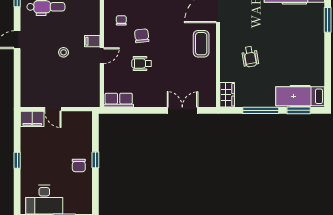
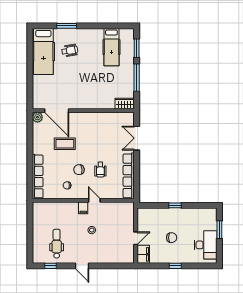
coffee table: (201, 44) -> (65, 144), moved
wheelchair: (250, 57) -> (70, 50), moved
hospital bed: (300, 96) -> (111, 47), moved
row of seats: (119, 100) -> (129, 176), width x2.02
chair: (79, 165) -> (172, 238), moved

